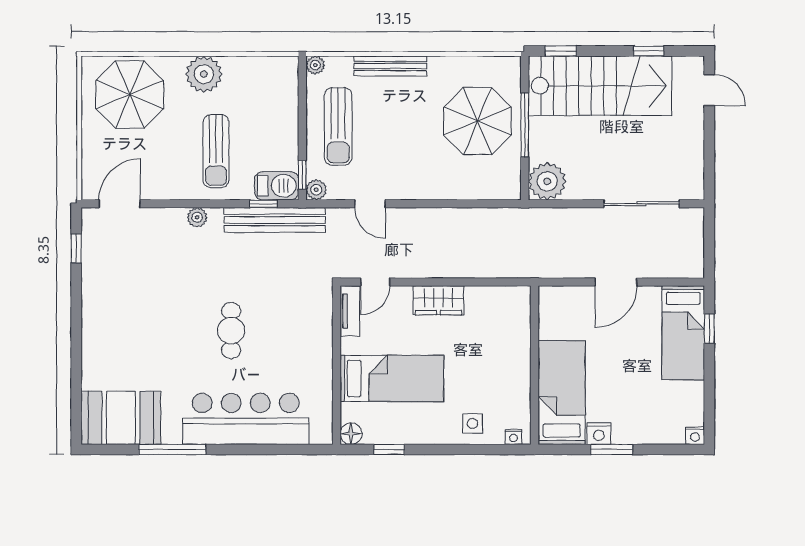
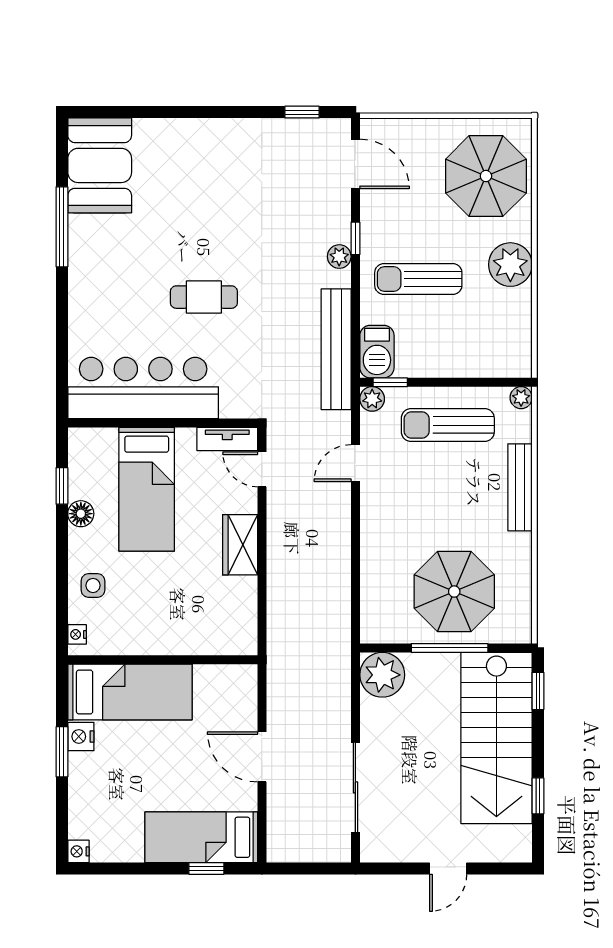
door: (709, 90) -> (448, 868), moved
window: (263, 204) -> (355, 238), moved
bar counter: (246, 419) -> (143, 388), moved, turned -90
floor lamp: (351, 434) -> (81, 514), moved

